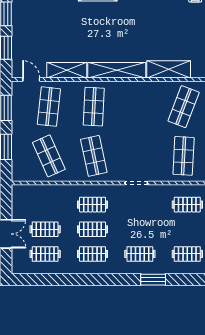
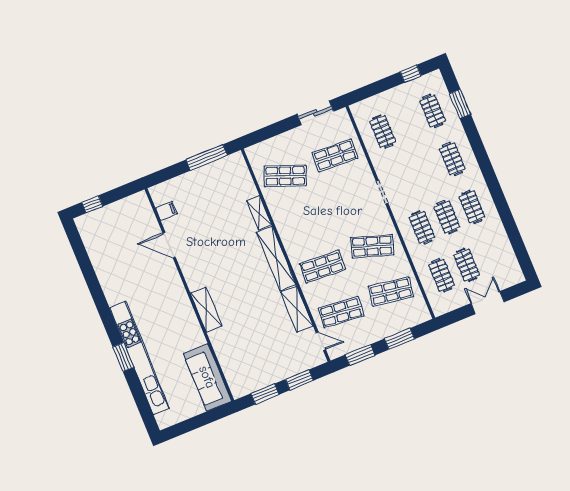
shelving: (169, 69) -> (259, 213), width x0.67, depth x0.75
door: (31, 80) -> (321, 341), swing flipped
shop shelf: (49, 156) -> (391, 292), turned 33
shop shelf: (94, 156) -> (372, 246), turned 30
clothes rail: (45, 254) -> (442, 275), moved
window: (153, 280) -> (460, 104), moved

